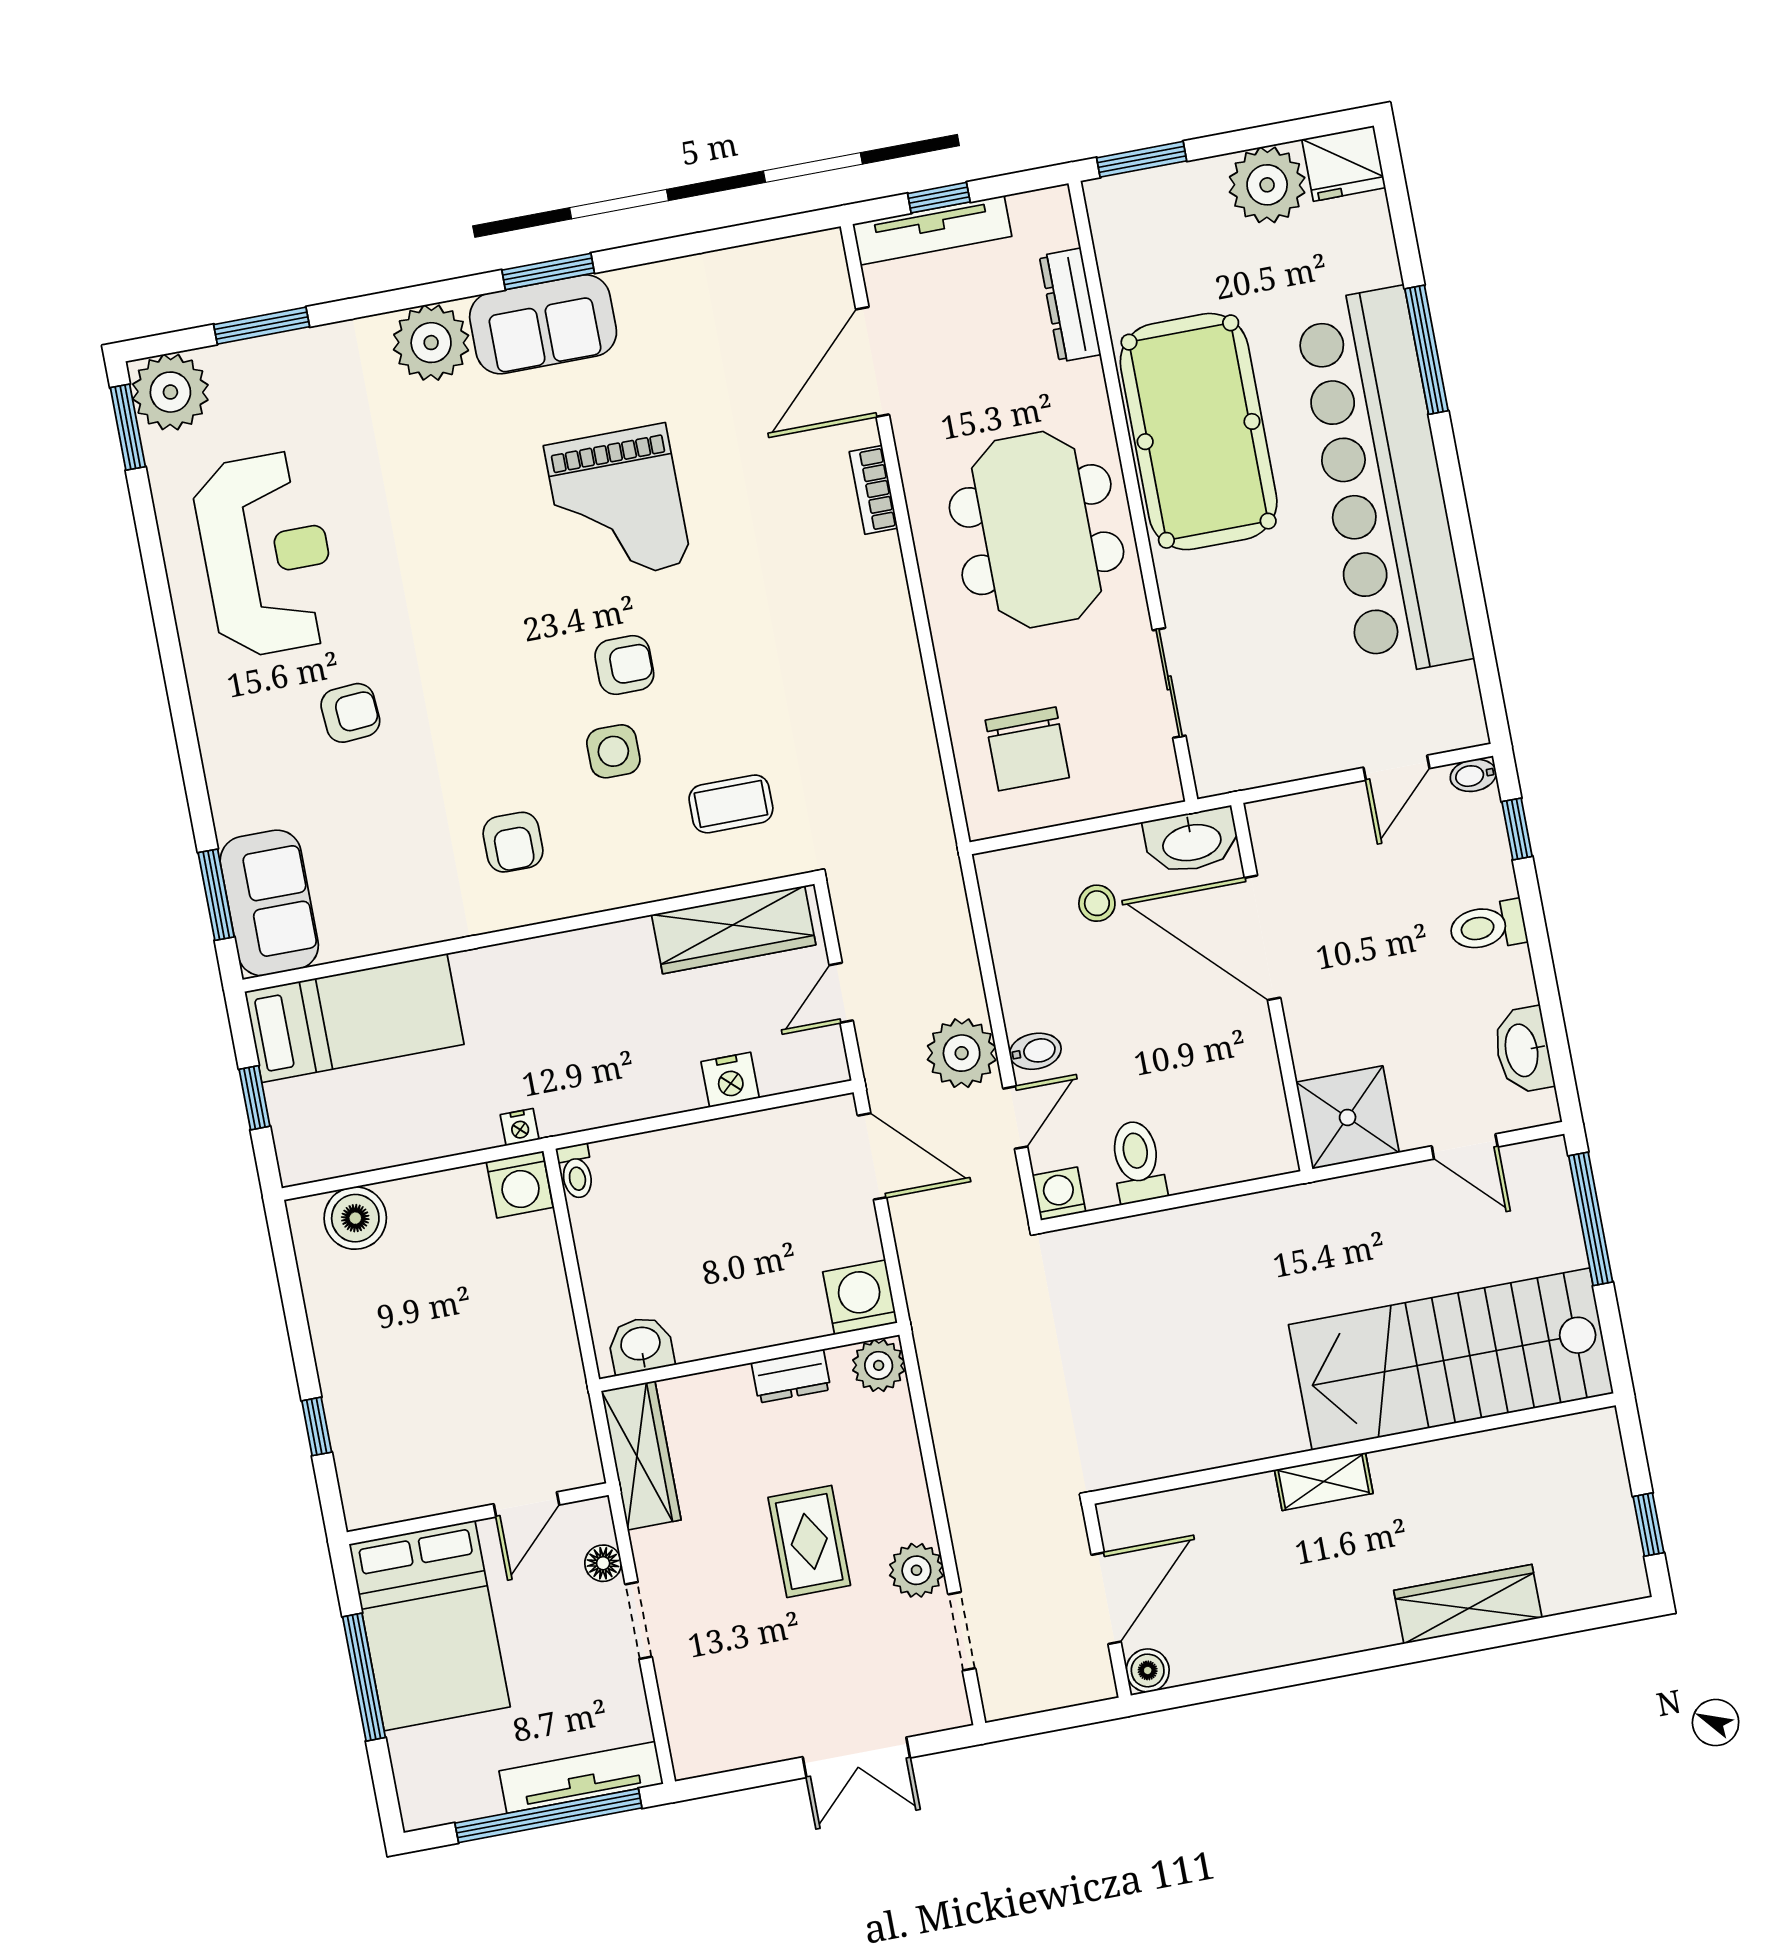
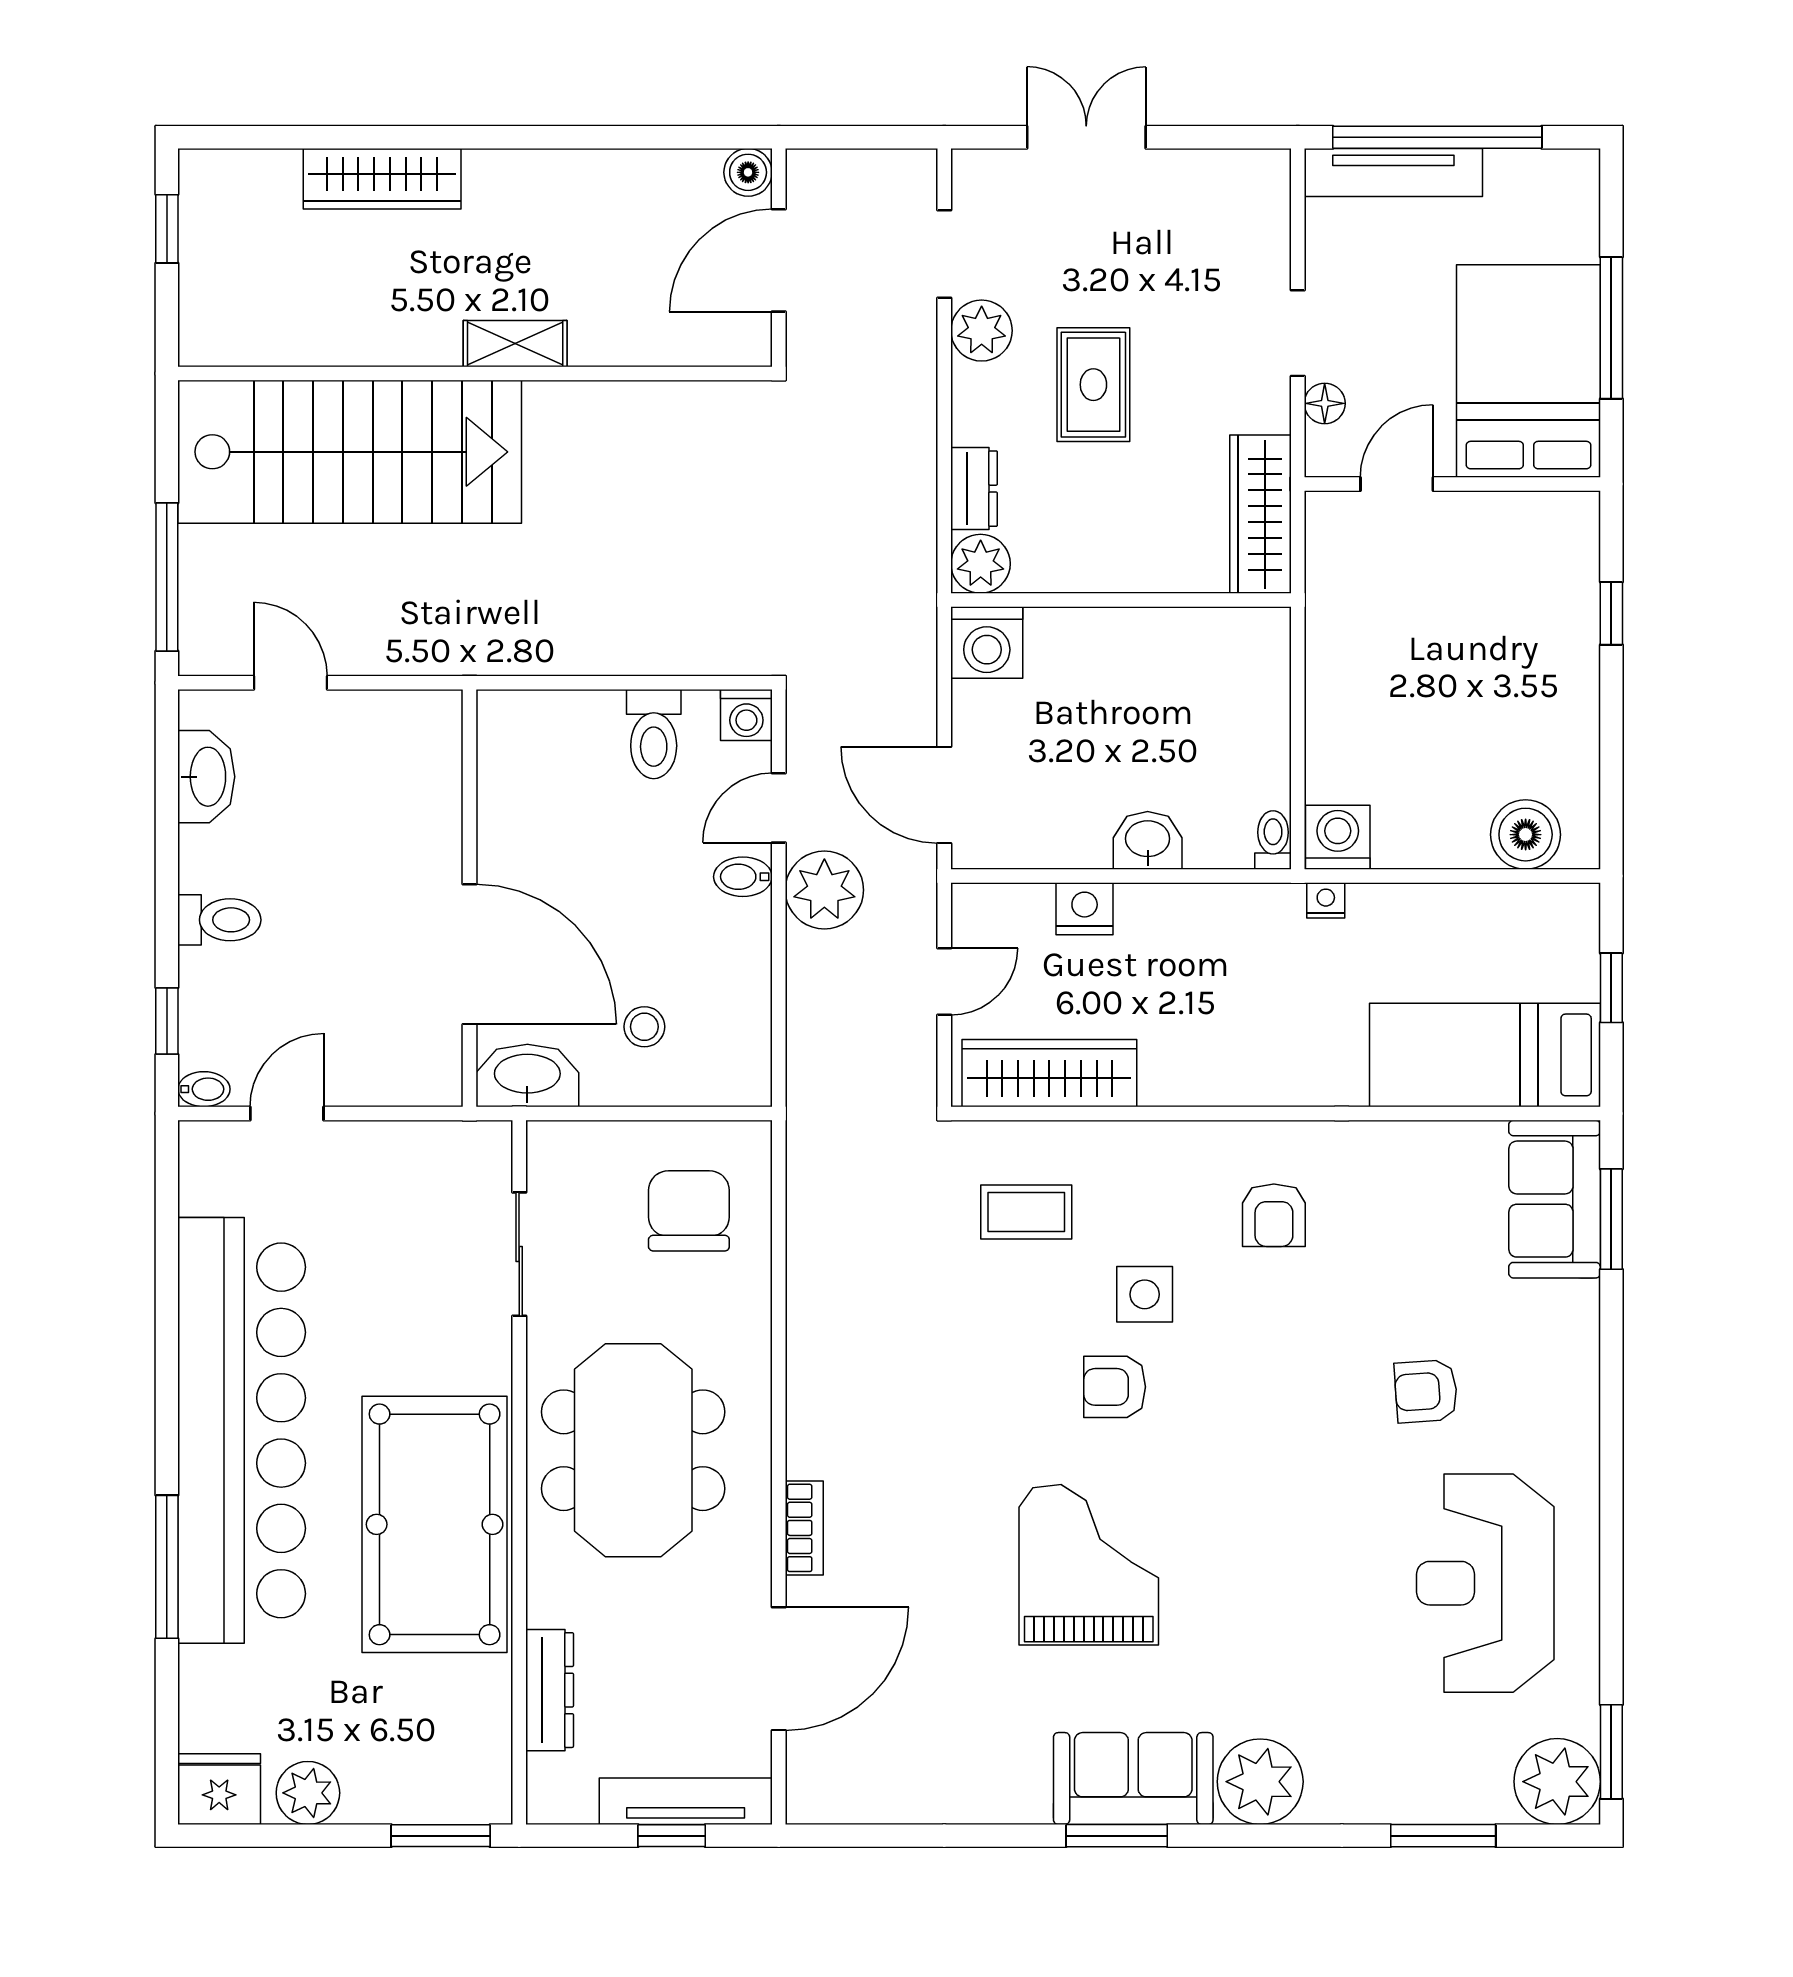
plant: (1267, 185) -> (308, 1793), width x0.73, depth x0.73
armchair: (513, 842) -> (1274, 1215), turned 180
shower: (1348, 1117) -> (413, 739), removed
washbasin: (641, 1345) -> (1148, 840), moved, turned 180
dresser: (791, 1376) -> (974, 489), moved, turned 90

